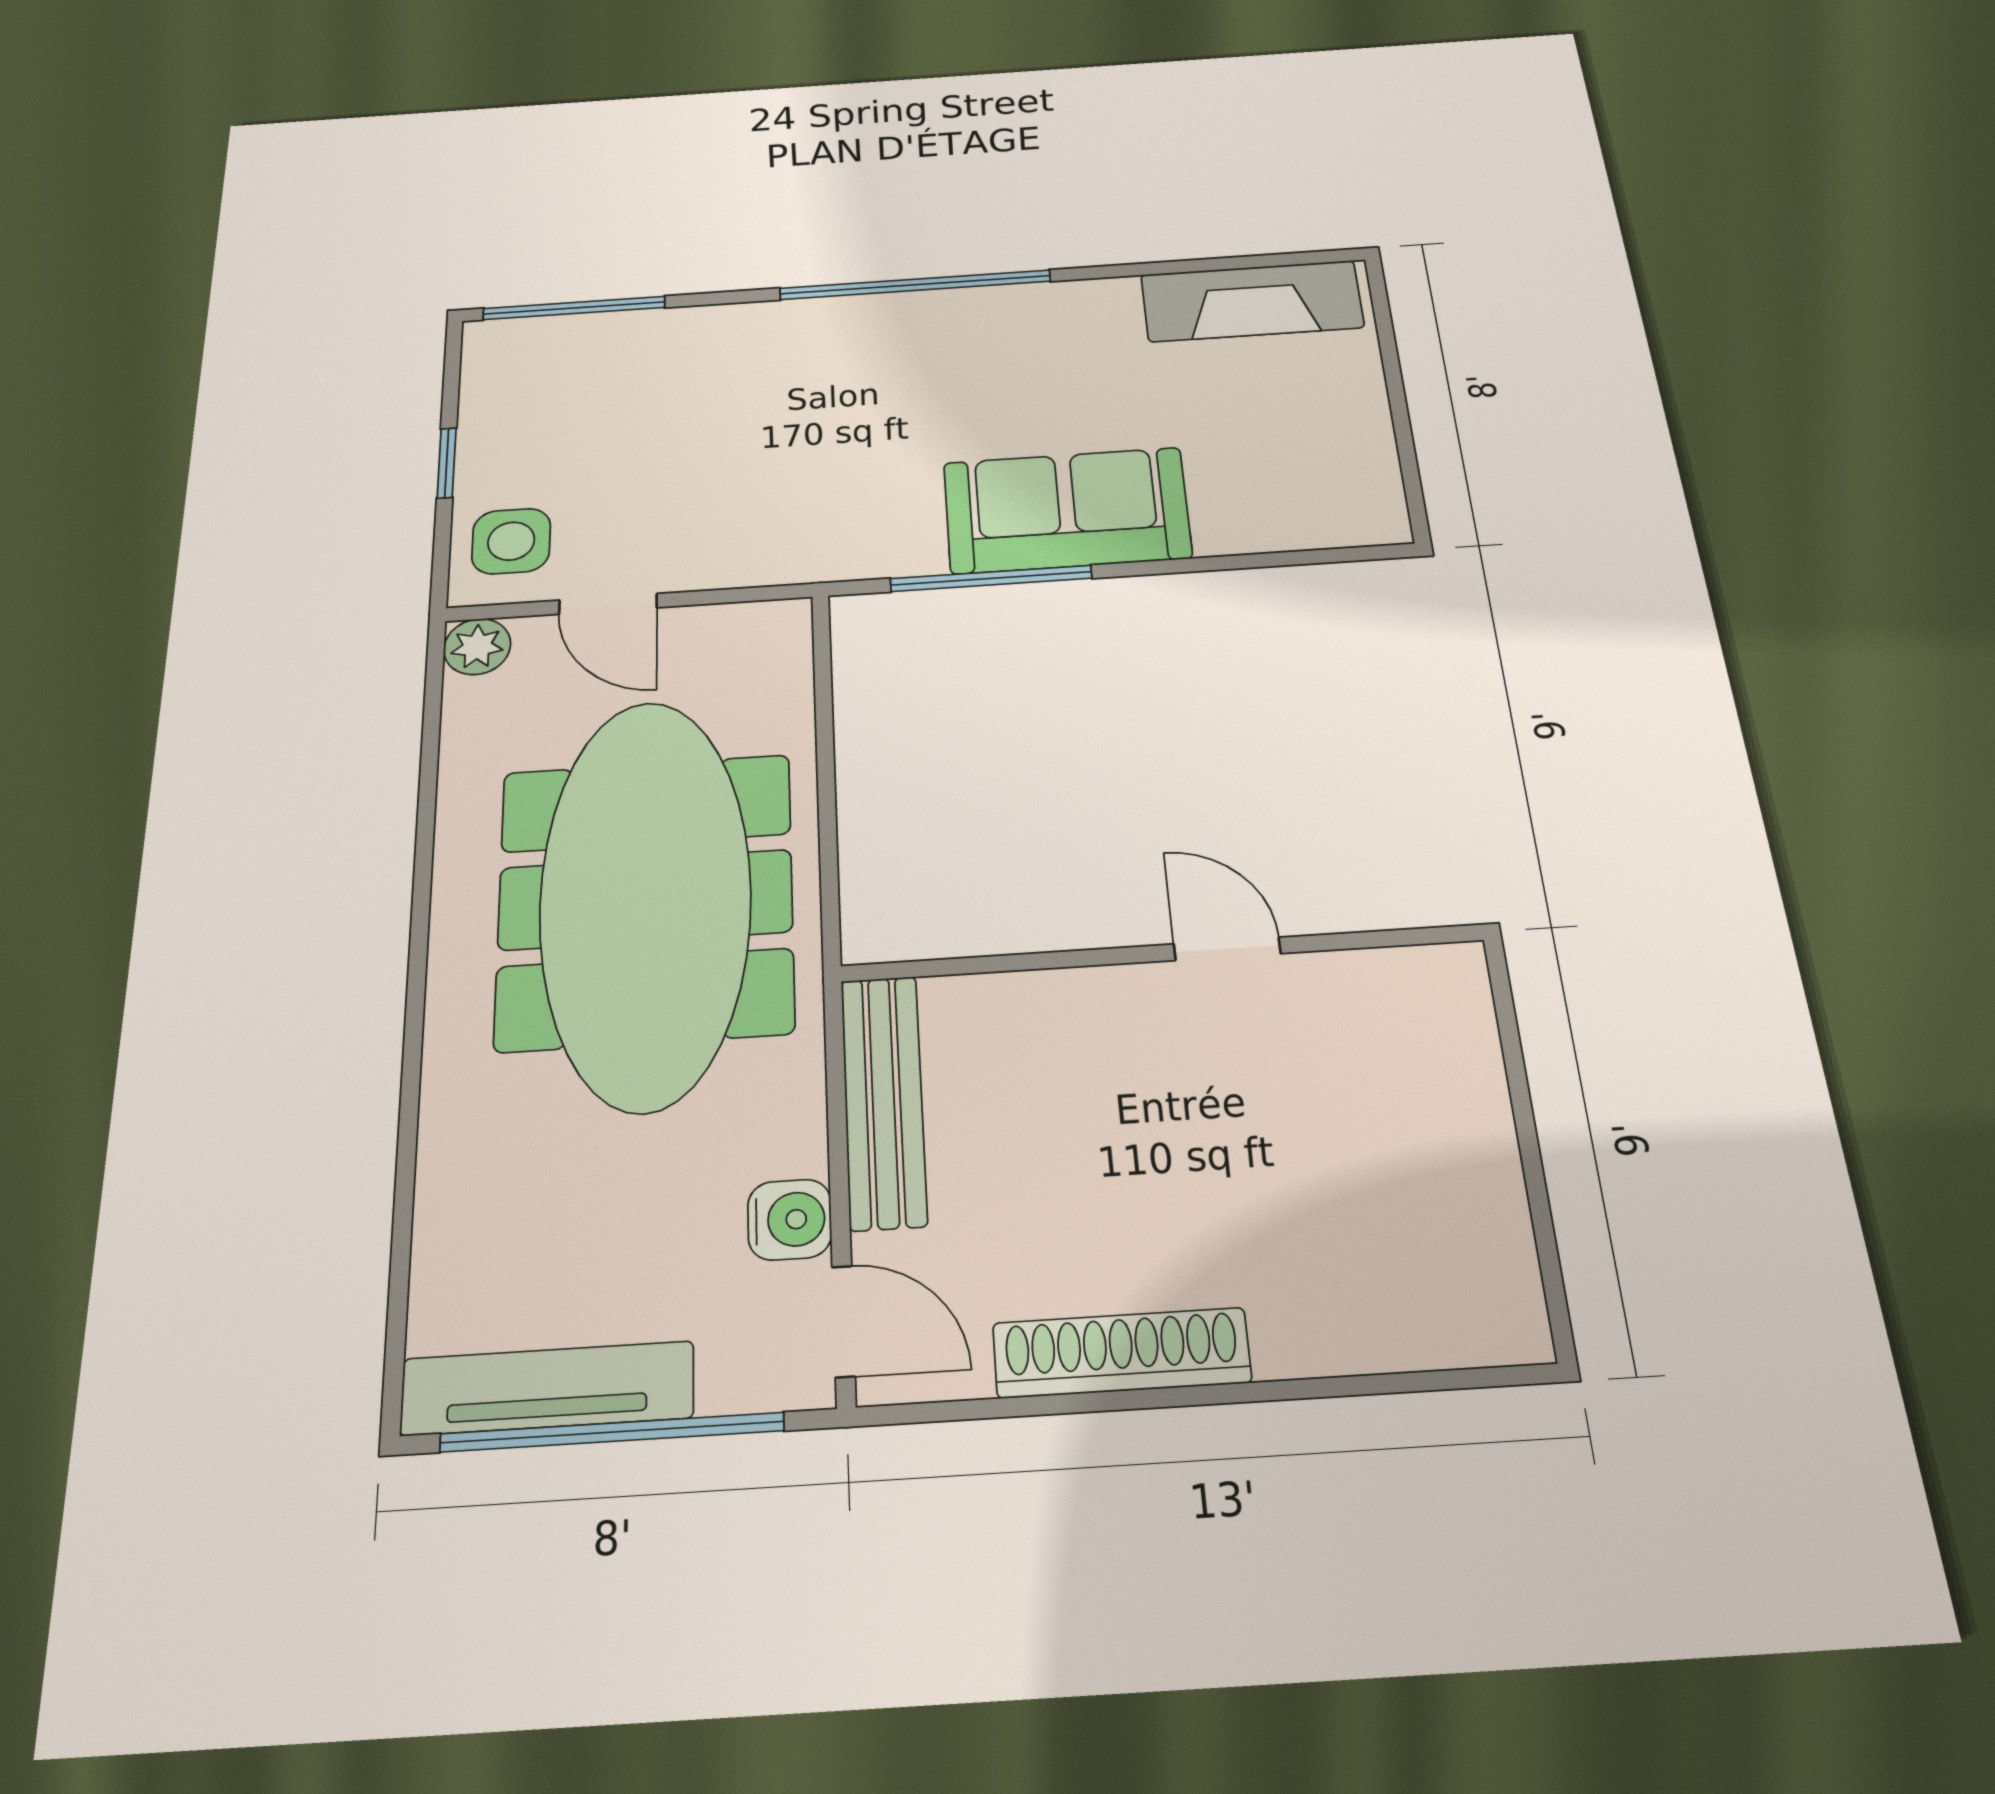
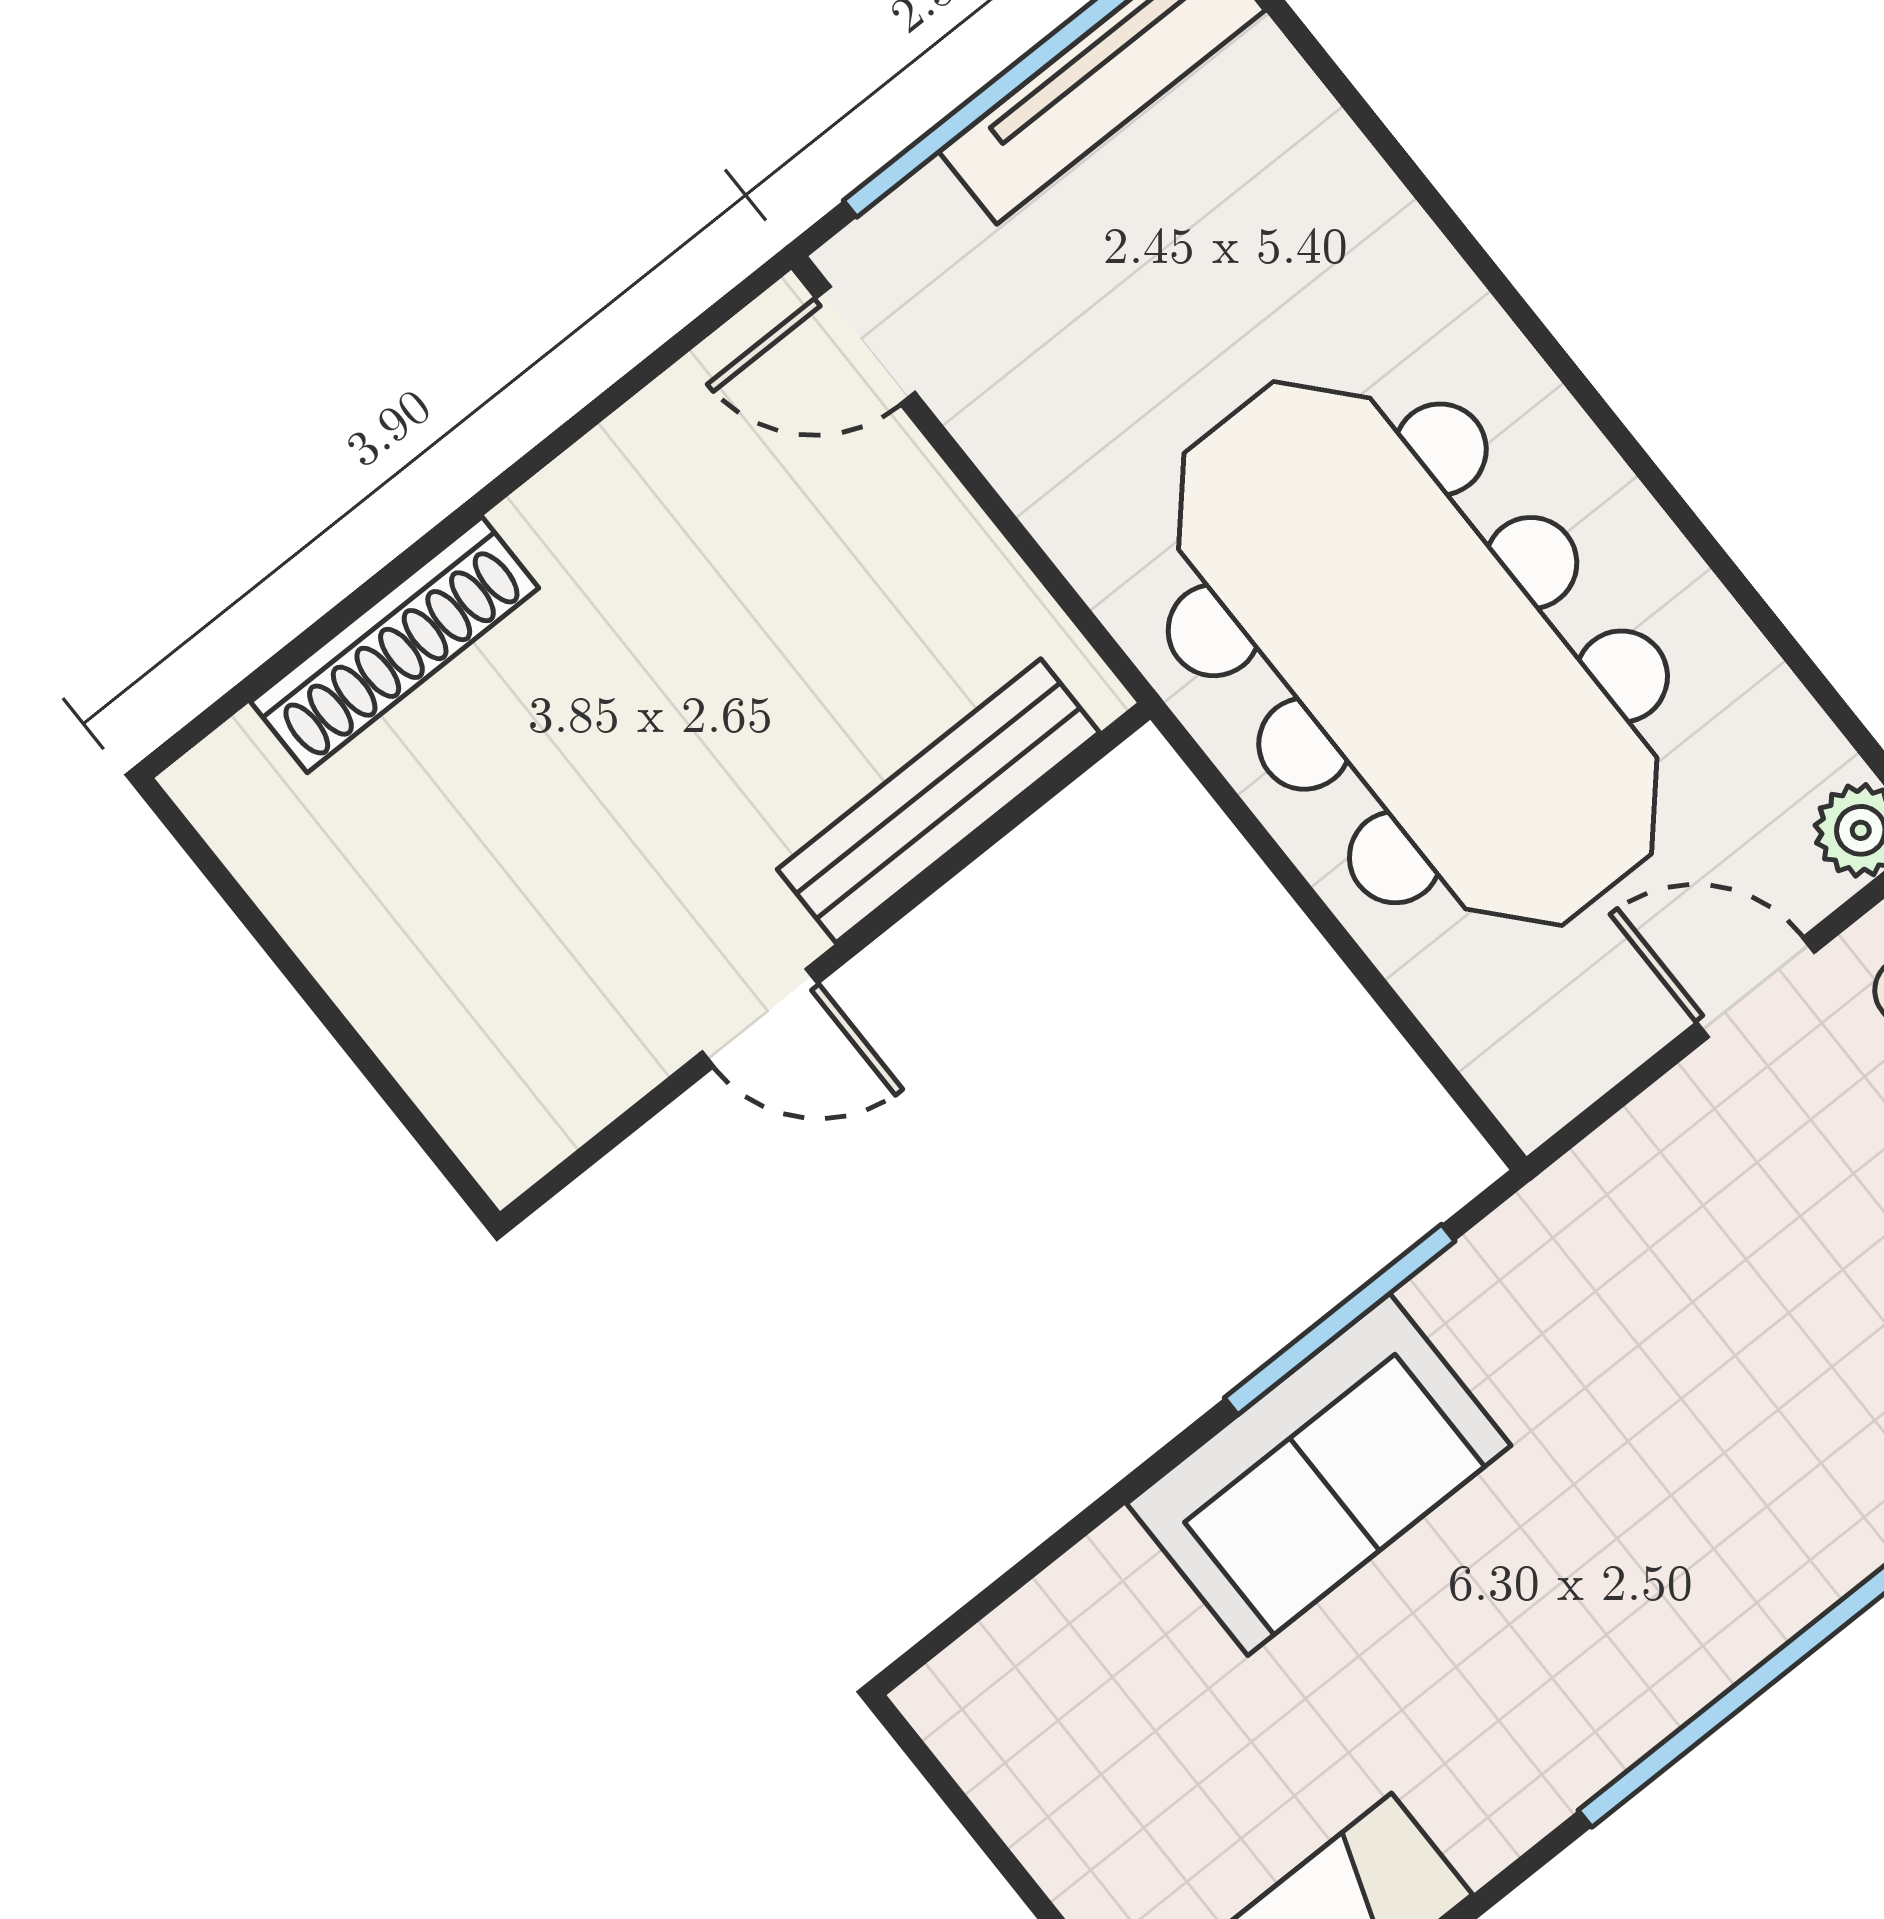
bench: (883, 1101) -> (938, 801), moved, turned 90
water cooler: (790, 1220) -> (996, 410), removed
shoe rack: (1121, 1353) -> (395, 645), moved

